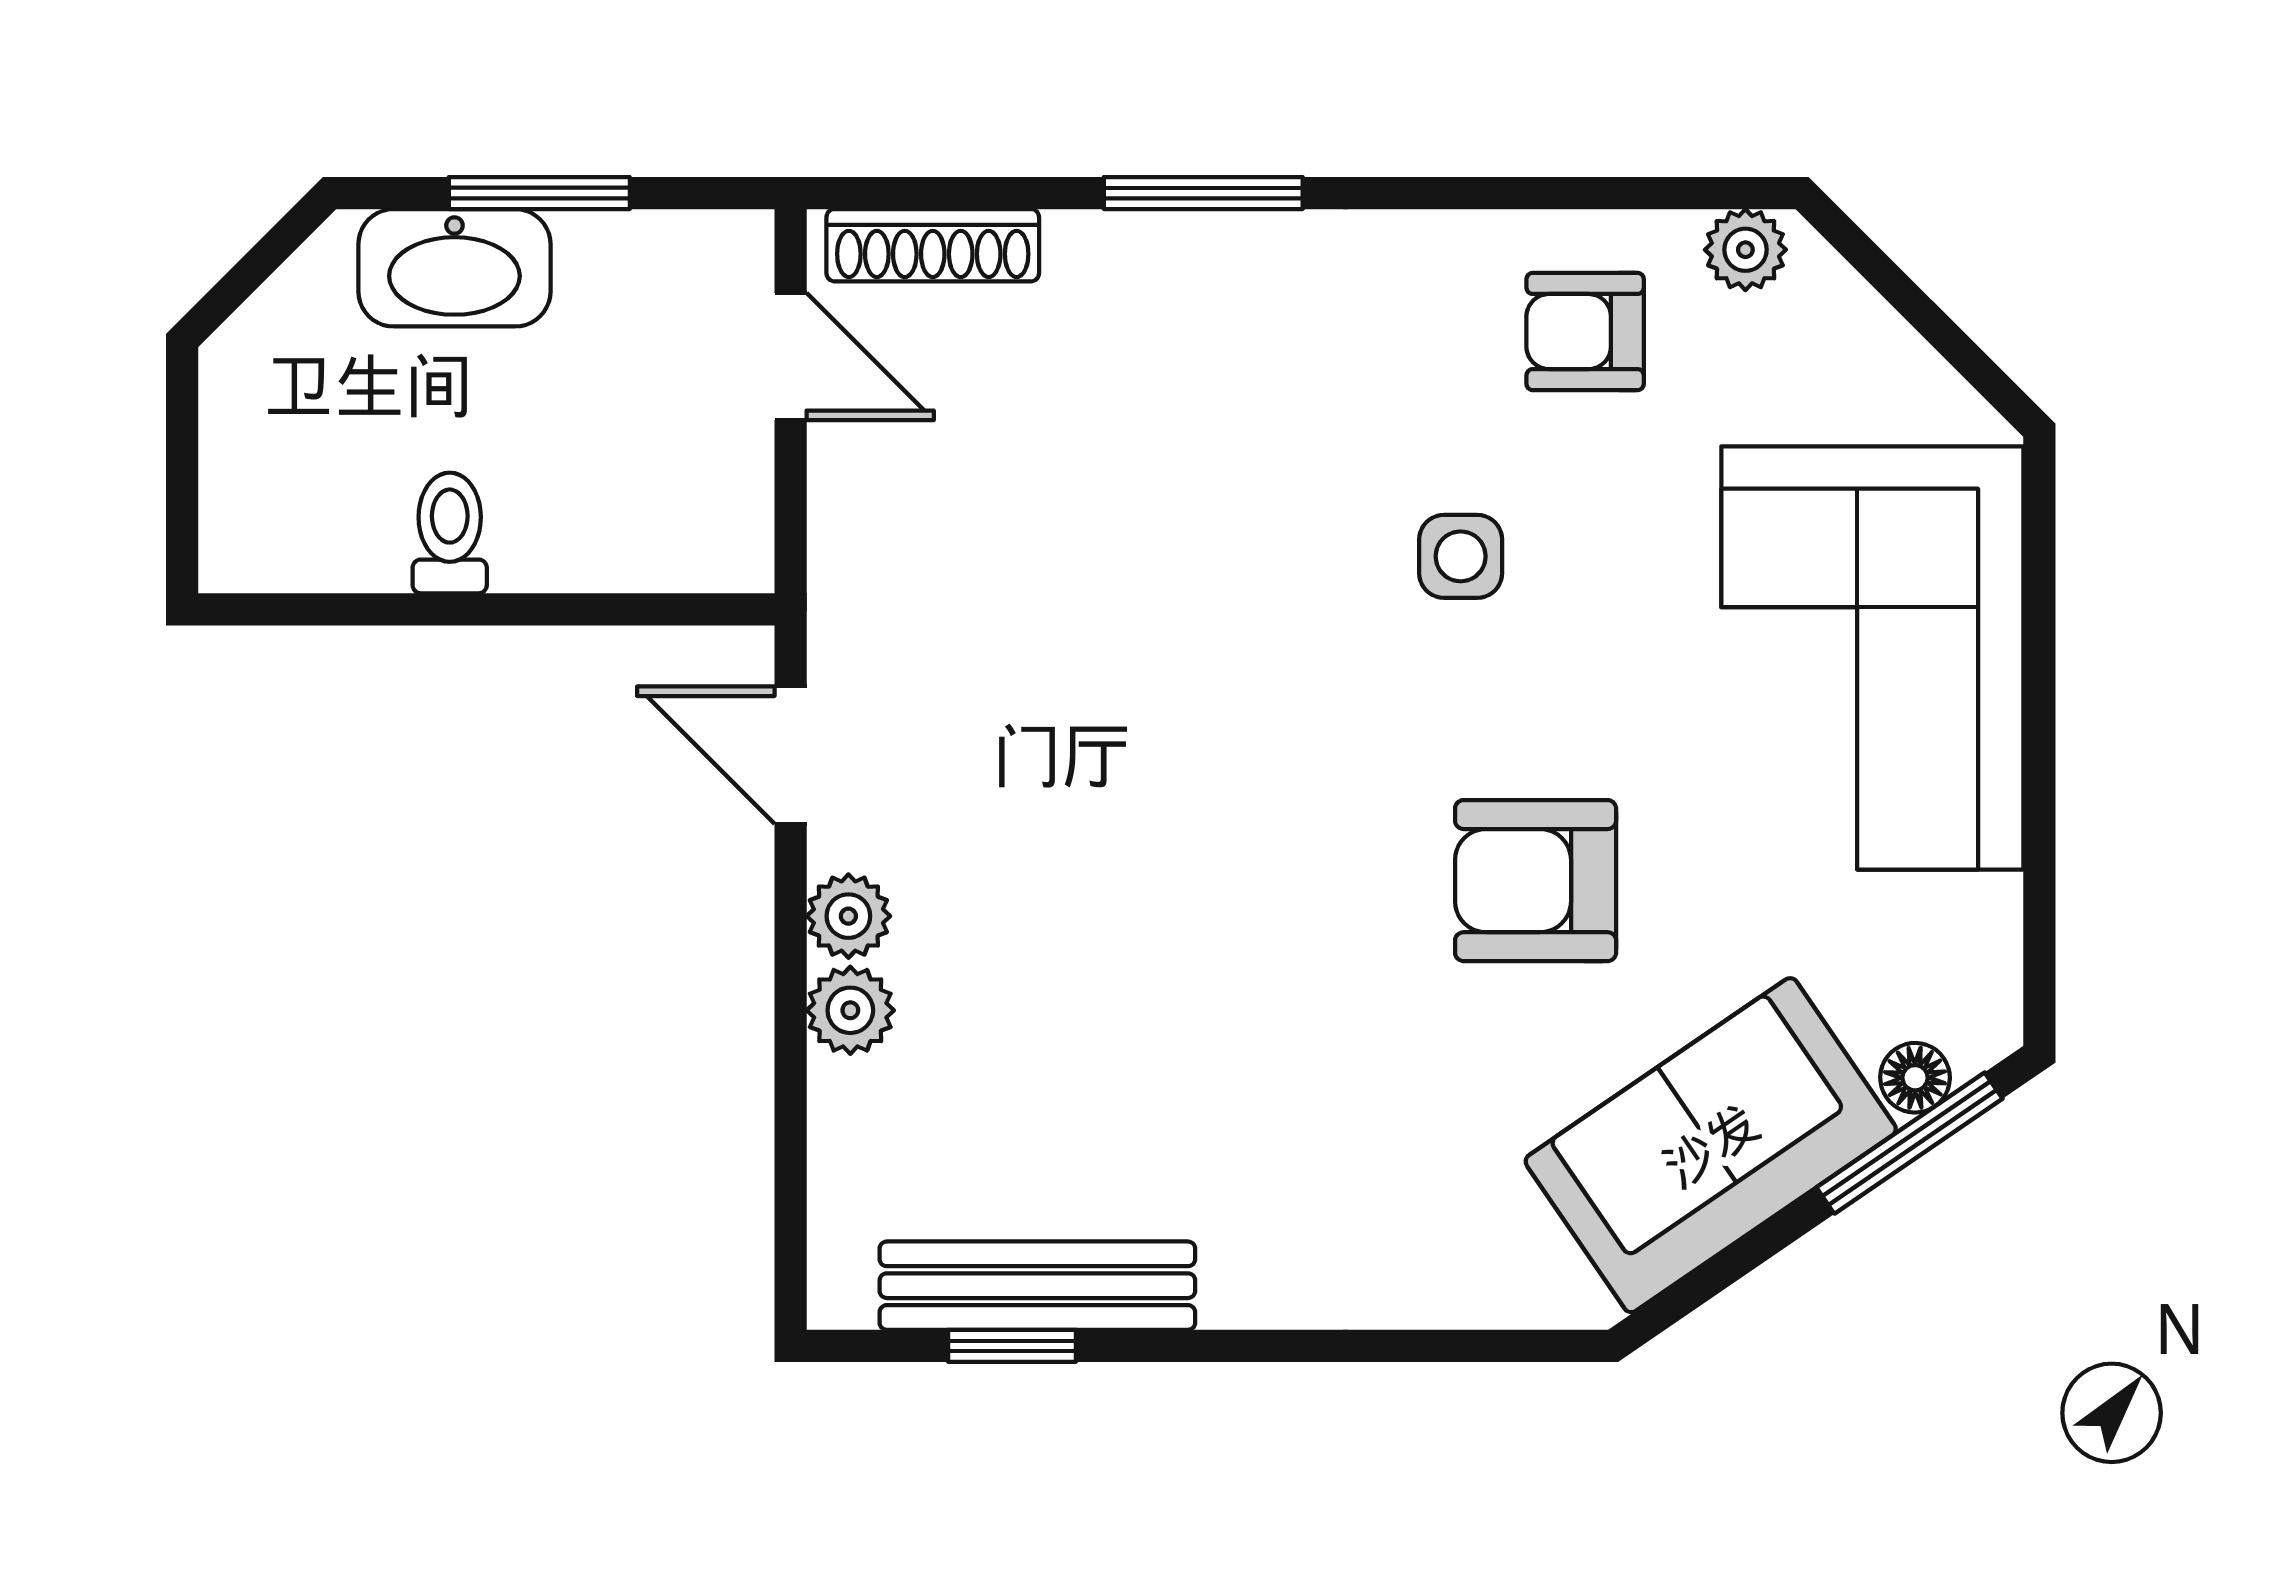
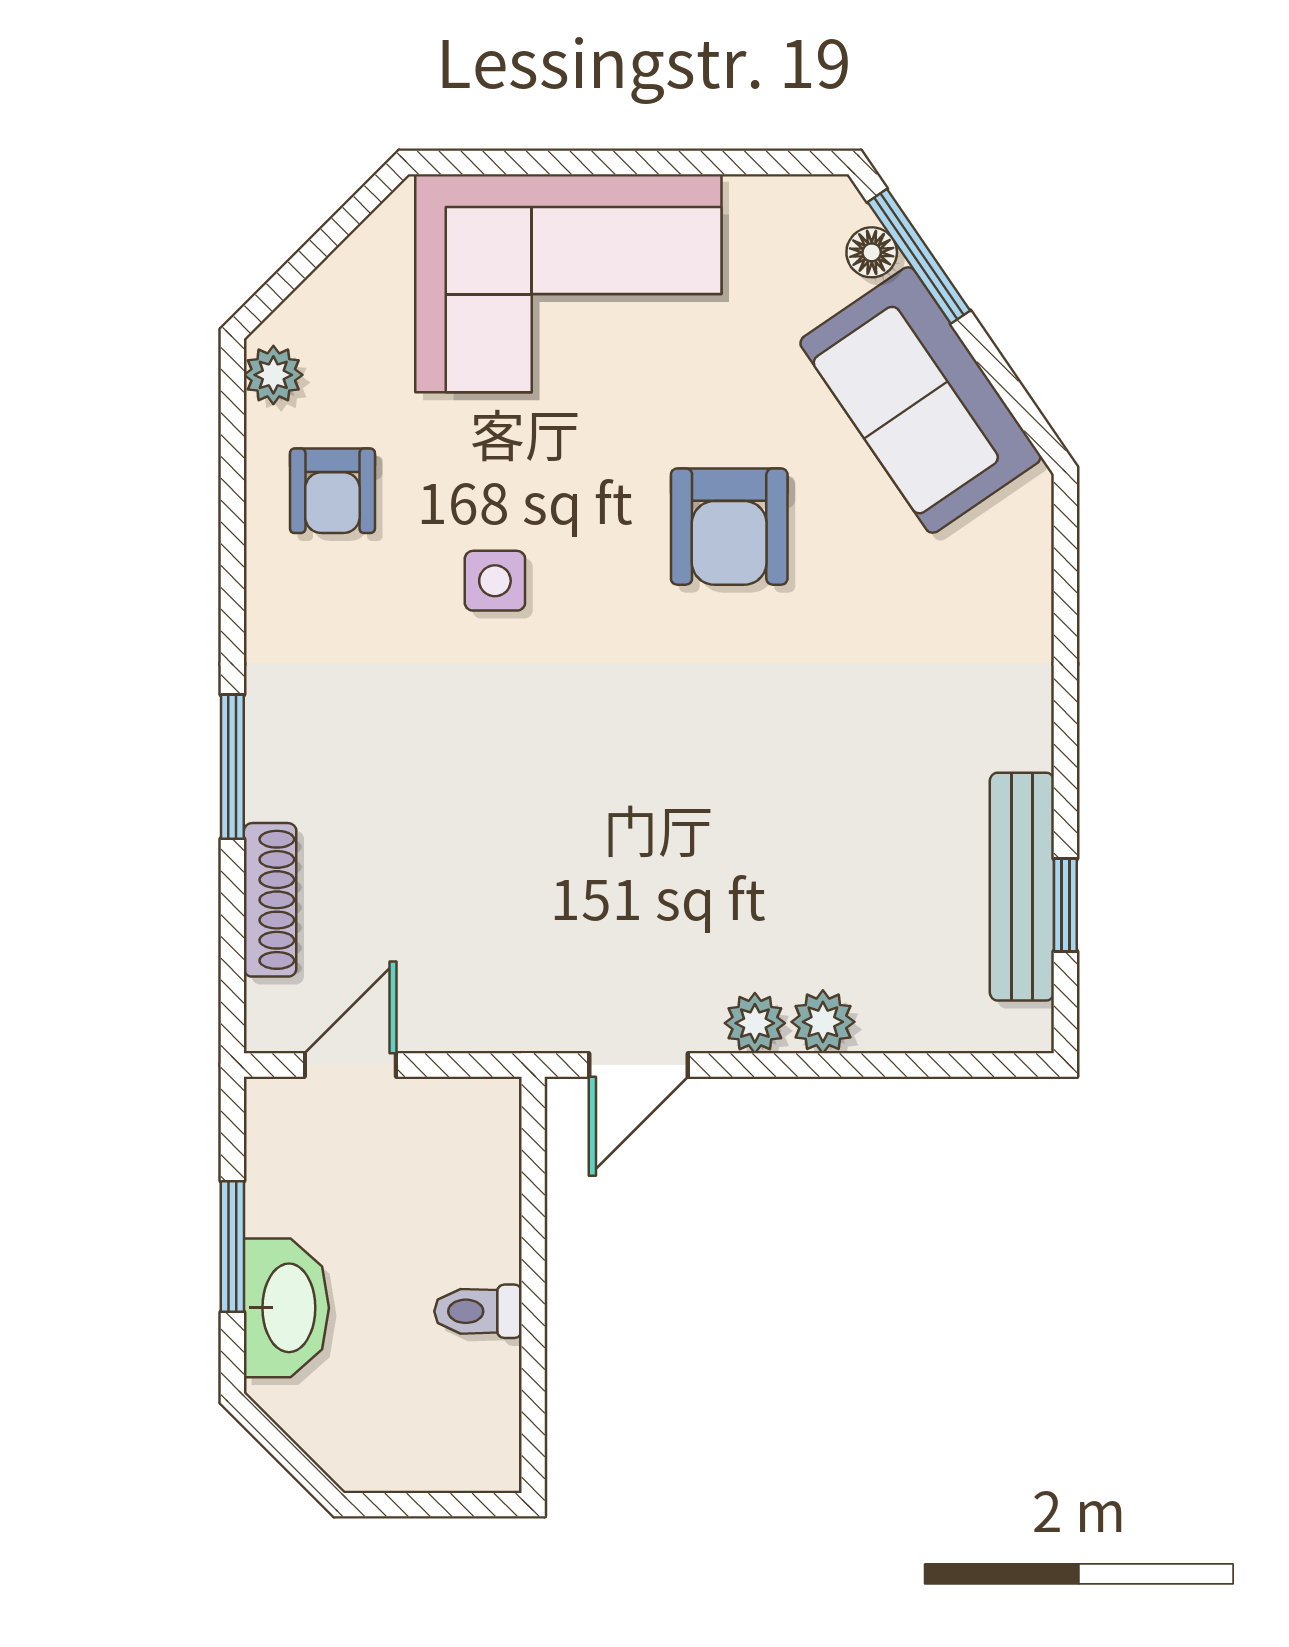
shoe rack: (933, 245) -> (270, 900), moved

